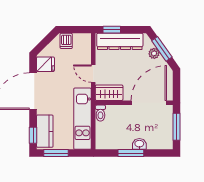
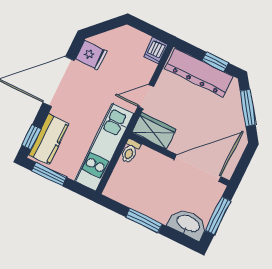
window: (112, 30) -> (215, 62), moved
dishwasher: (66, 41) -> (156, 50), moved
plant: (154, 53) -> (235, 109), removed
door: (93, 74) -> (146, 97), hinge flipped
washbasin: (139, 144) -> (188, 224), moved, width x1.91, depth x1.45

